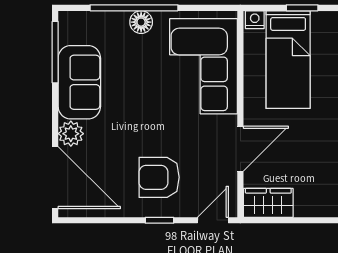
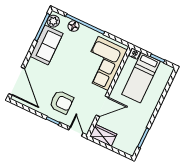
floor lamp: (141, 22) -> (73, 26), moved
plant: (71, 134) -> (53, 21), moved
armchair: (159, 177) -> (61, 102), turned 180
door: (213, 220) -> (76, 132), hinge flipped

